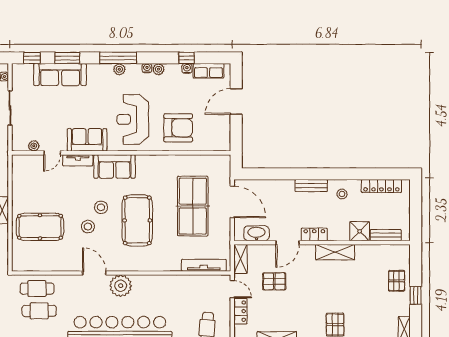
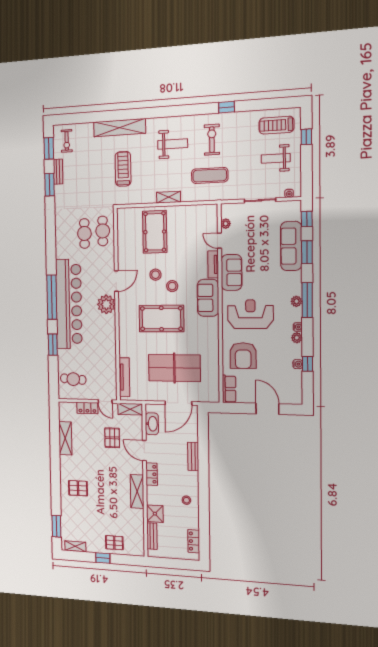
row of seats: (208, 71) -> (229, 389), moved, turned 180
bench: (311, 186) -> (193, 456), moved
locker: (381, 186) -> (194, 541), width x0.66
door: (232, 289) -> (105, 401), hinge flipped

